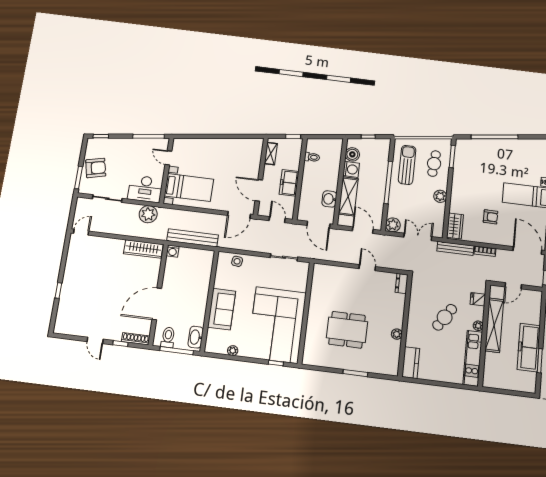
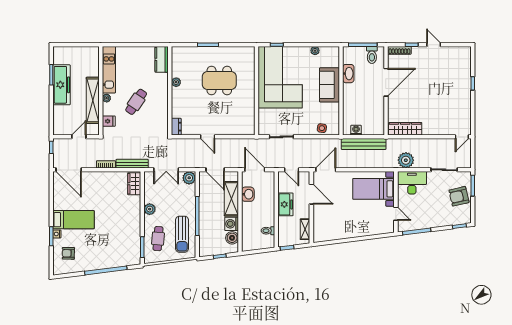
armchair: (490, 217) -> (68, 253), moved
washing machine: (173, 251) -> (356, 130), moved
washbasin: (196, 337) -> (348, 74), moved

